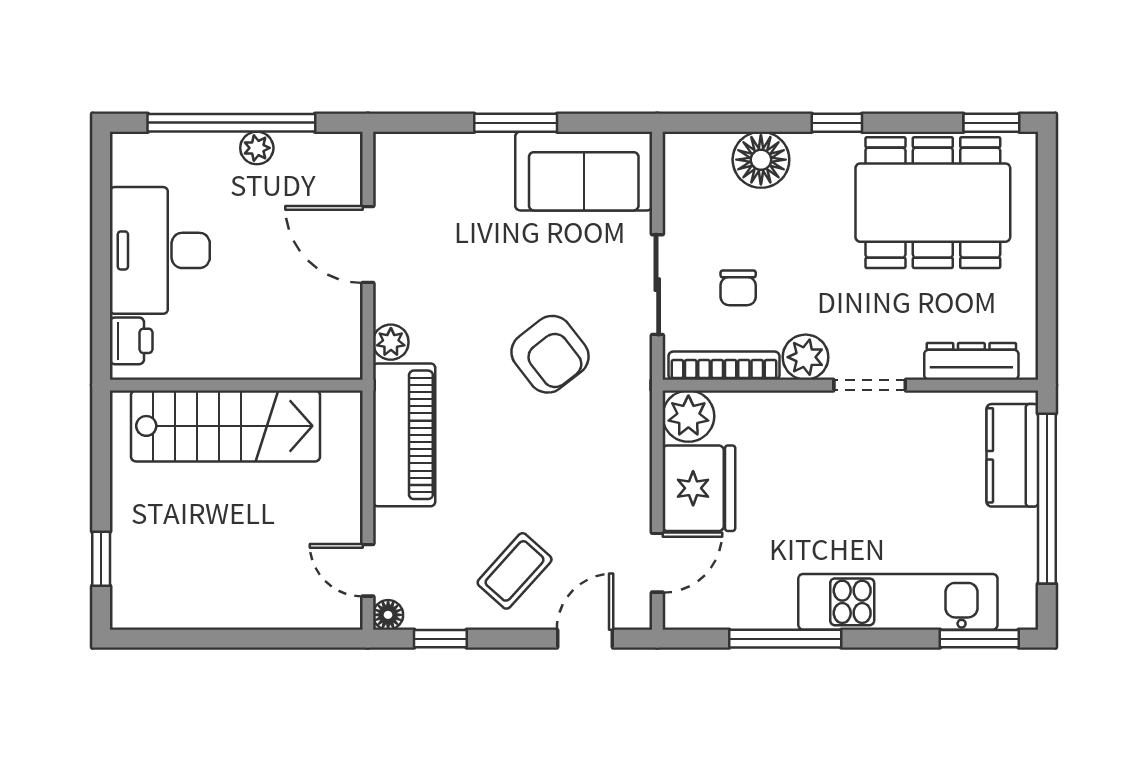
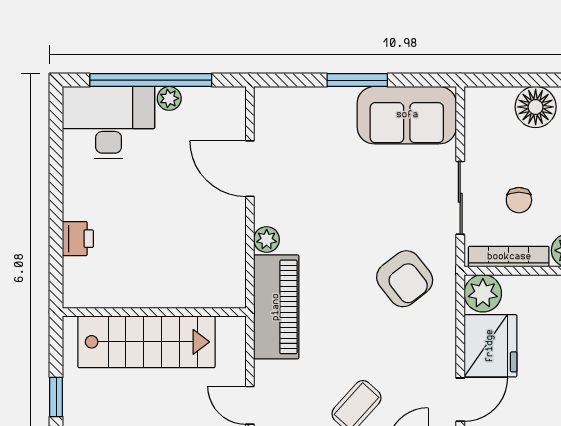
desk: (160, 250) -> (109, 123), moved, turned 90
armchair: (550, 354) -> (405, 279), moved
wall: (236, 385) -> (154, 312), moved
stairs: (226, 426) -> (146, 342), moved

